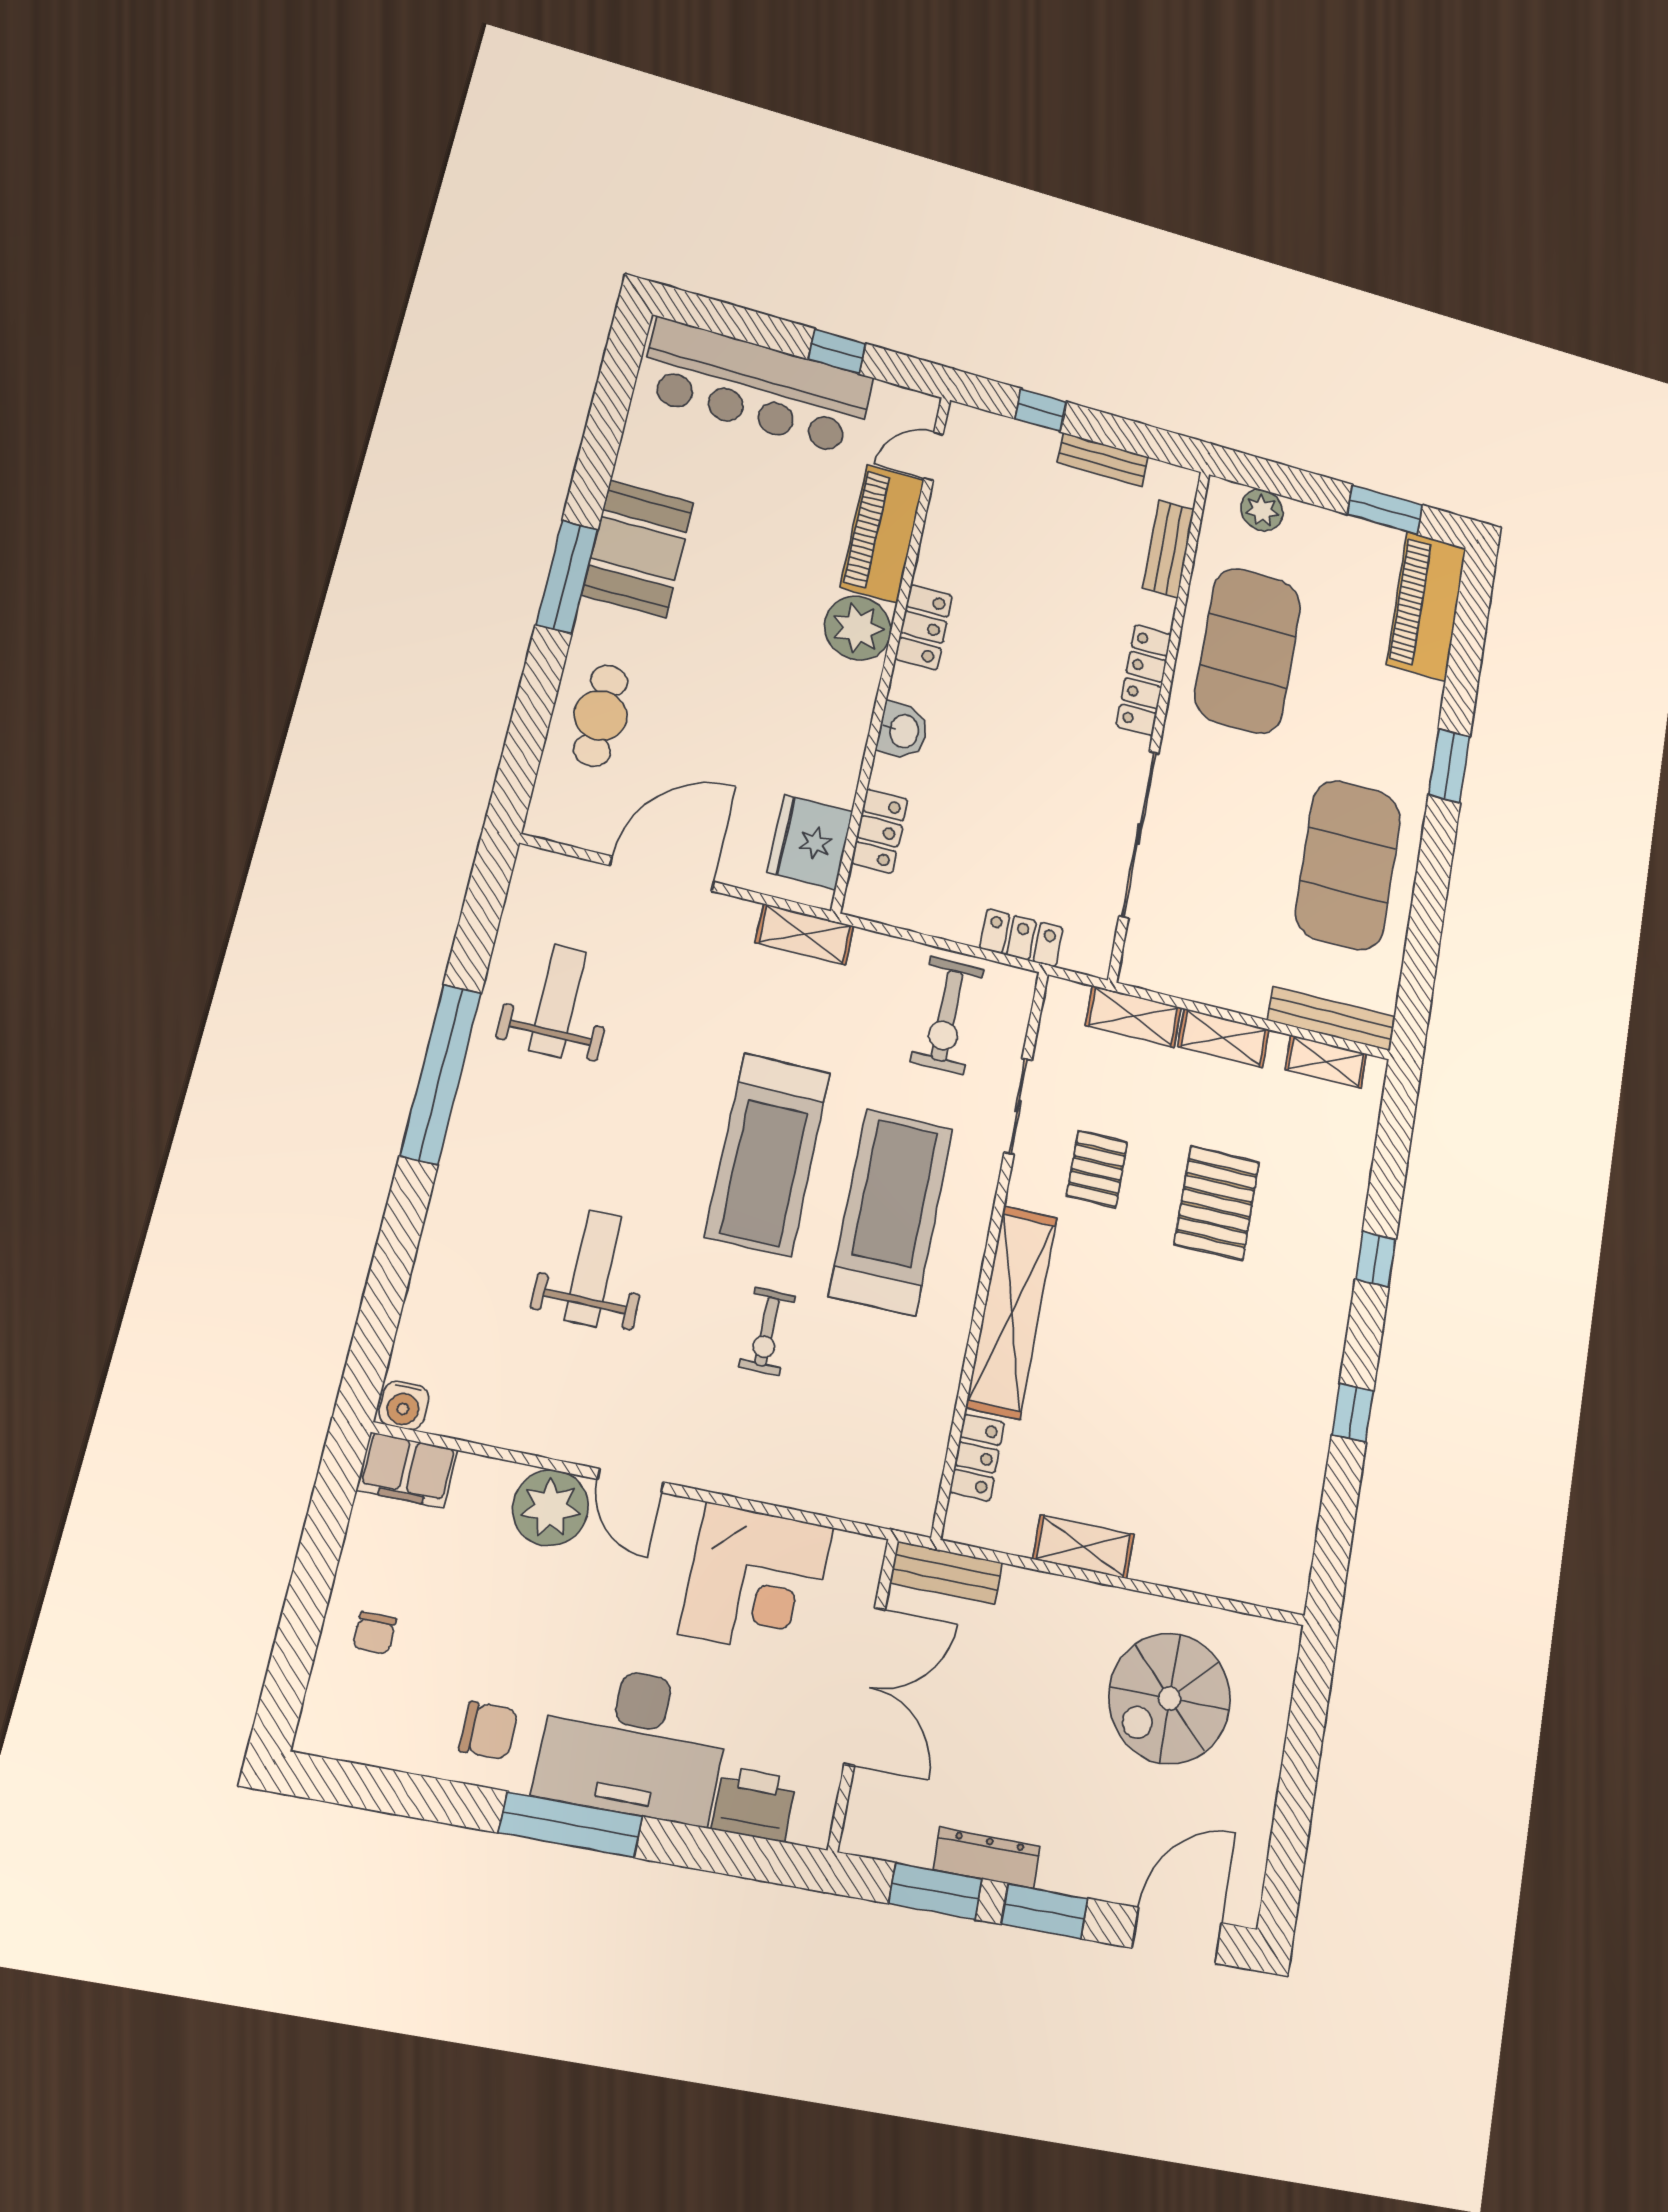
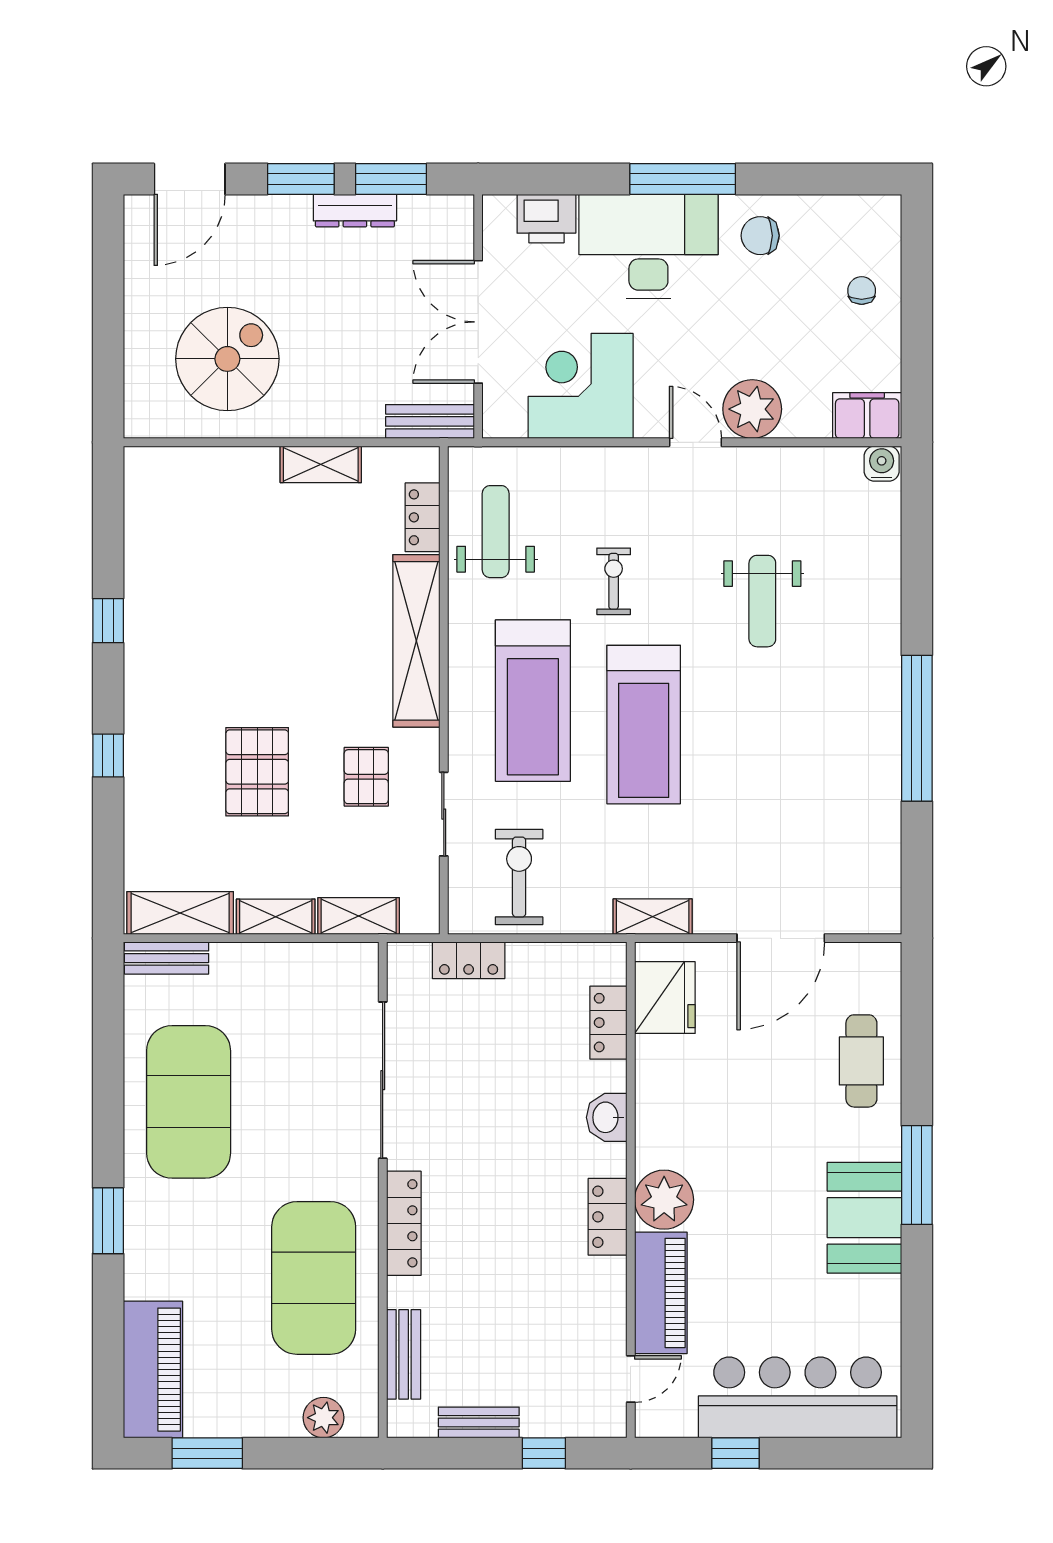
weight bench: (558, 1001) -> (496, 532), moved, turned 180
bench: (1331, 1018) -> (167, 958), width x0.73
shelving: (1326, 1062) -> (180, 913), width x1.50, depth x1.33
treadmill: (768, 1154) -> (644, 725), turned 180

